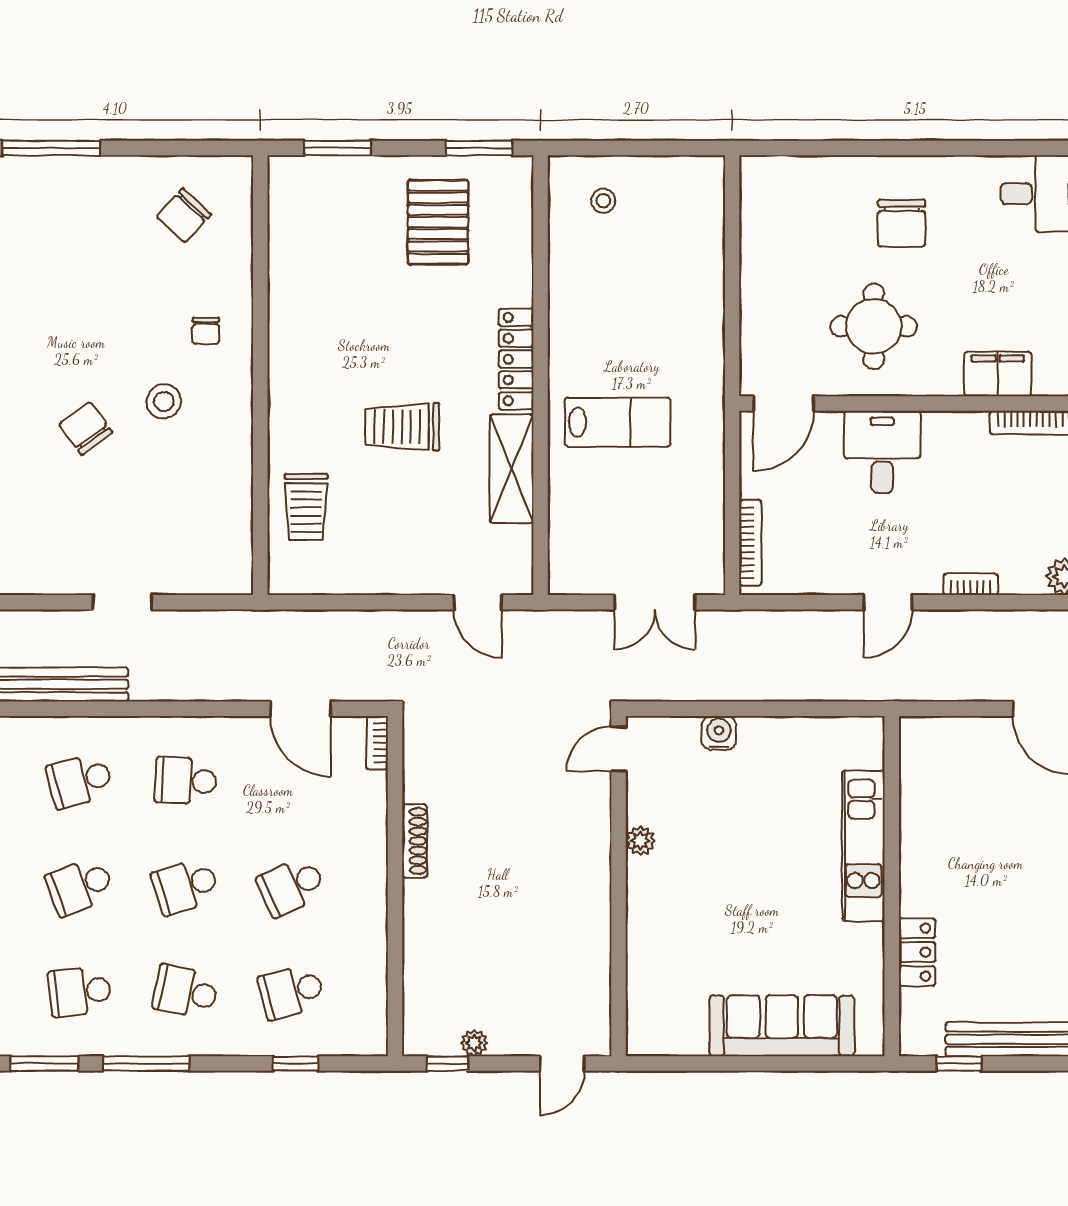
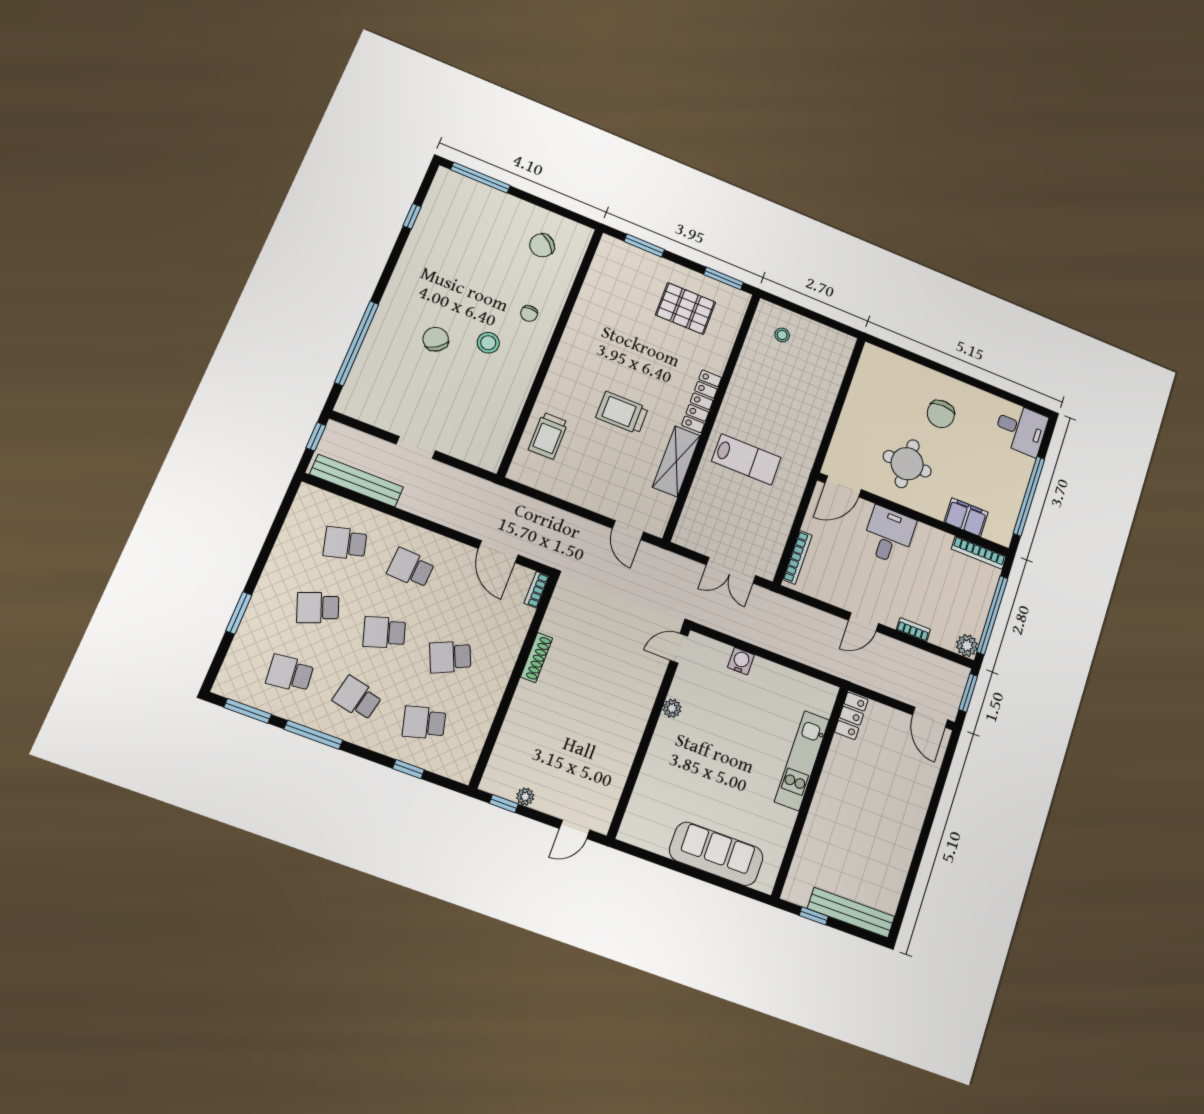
pallet: (438, 222) -> (686, 309), turned 90
locker: (917, 952) -> (851, 716), moved

